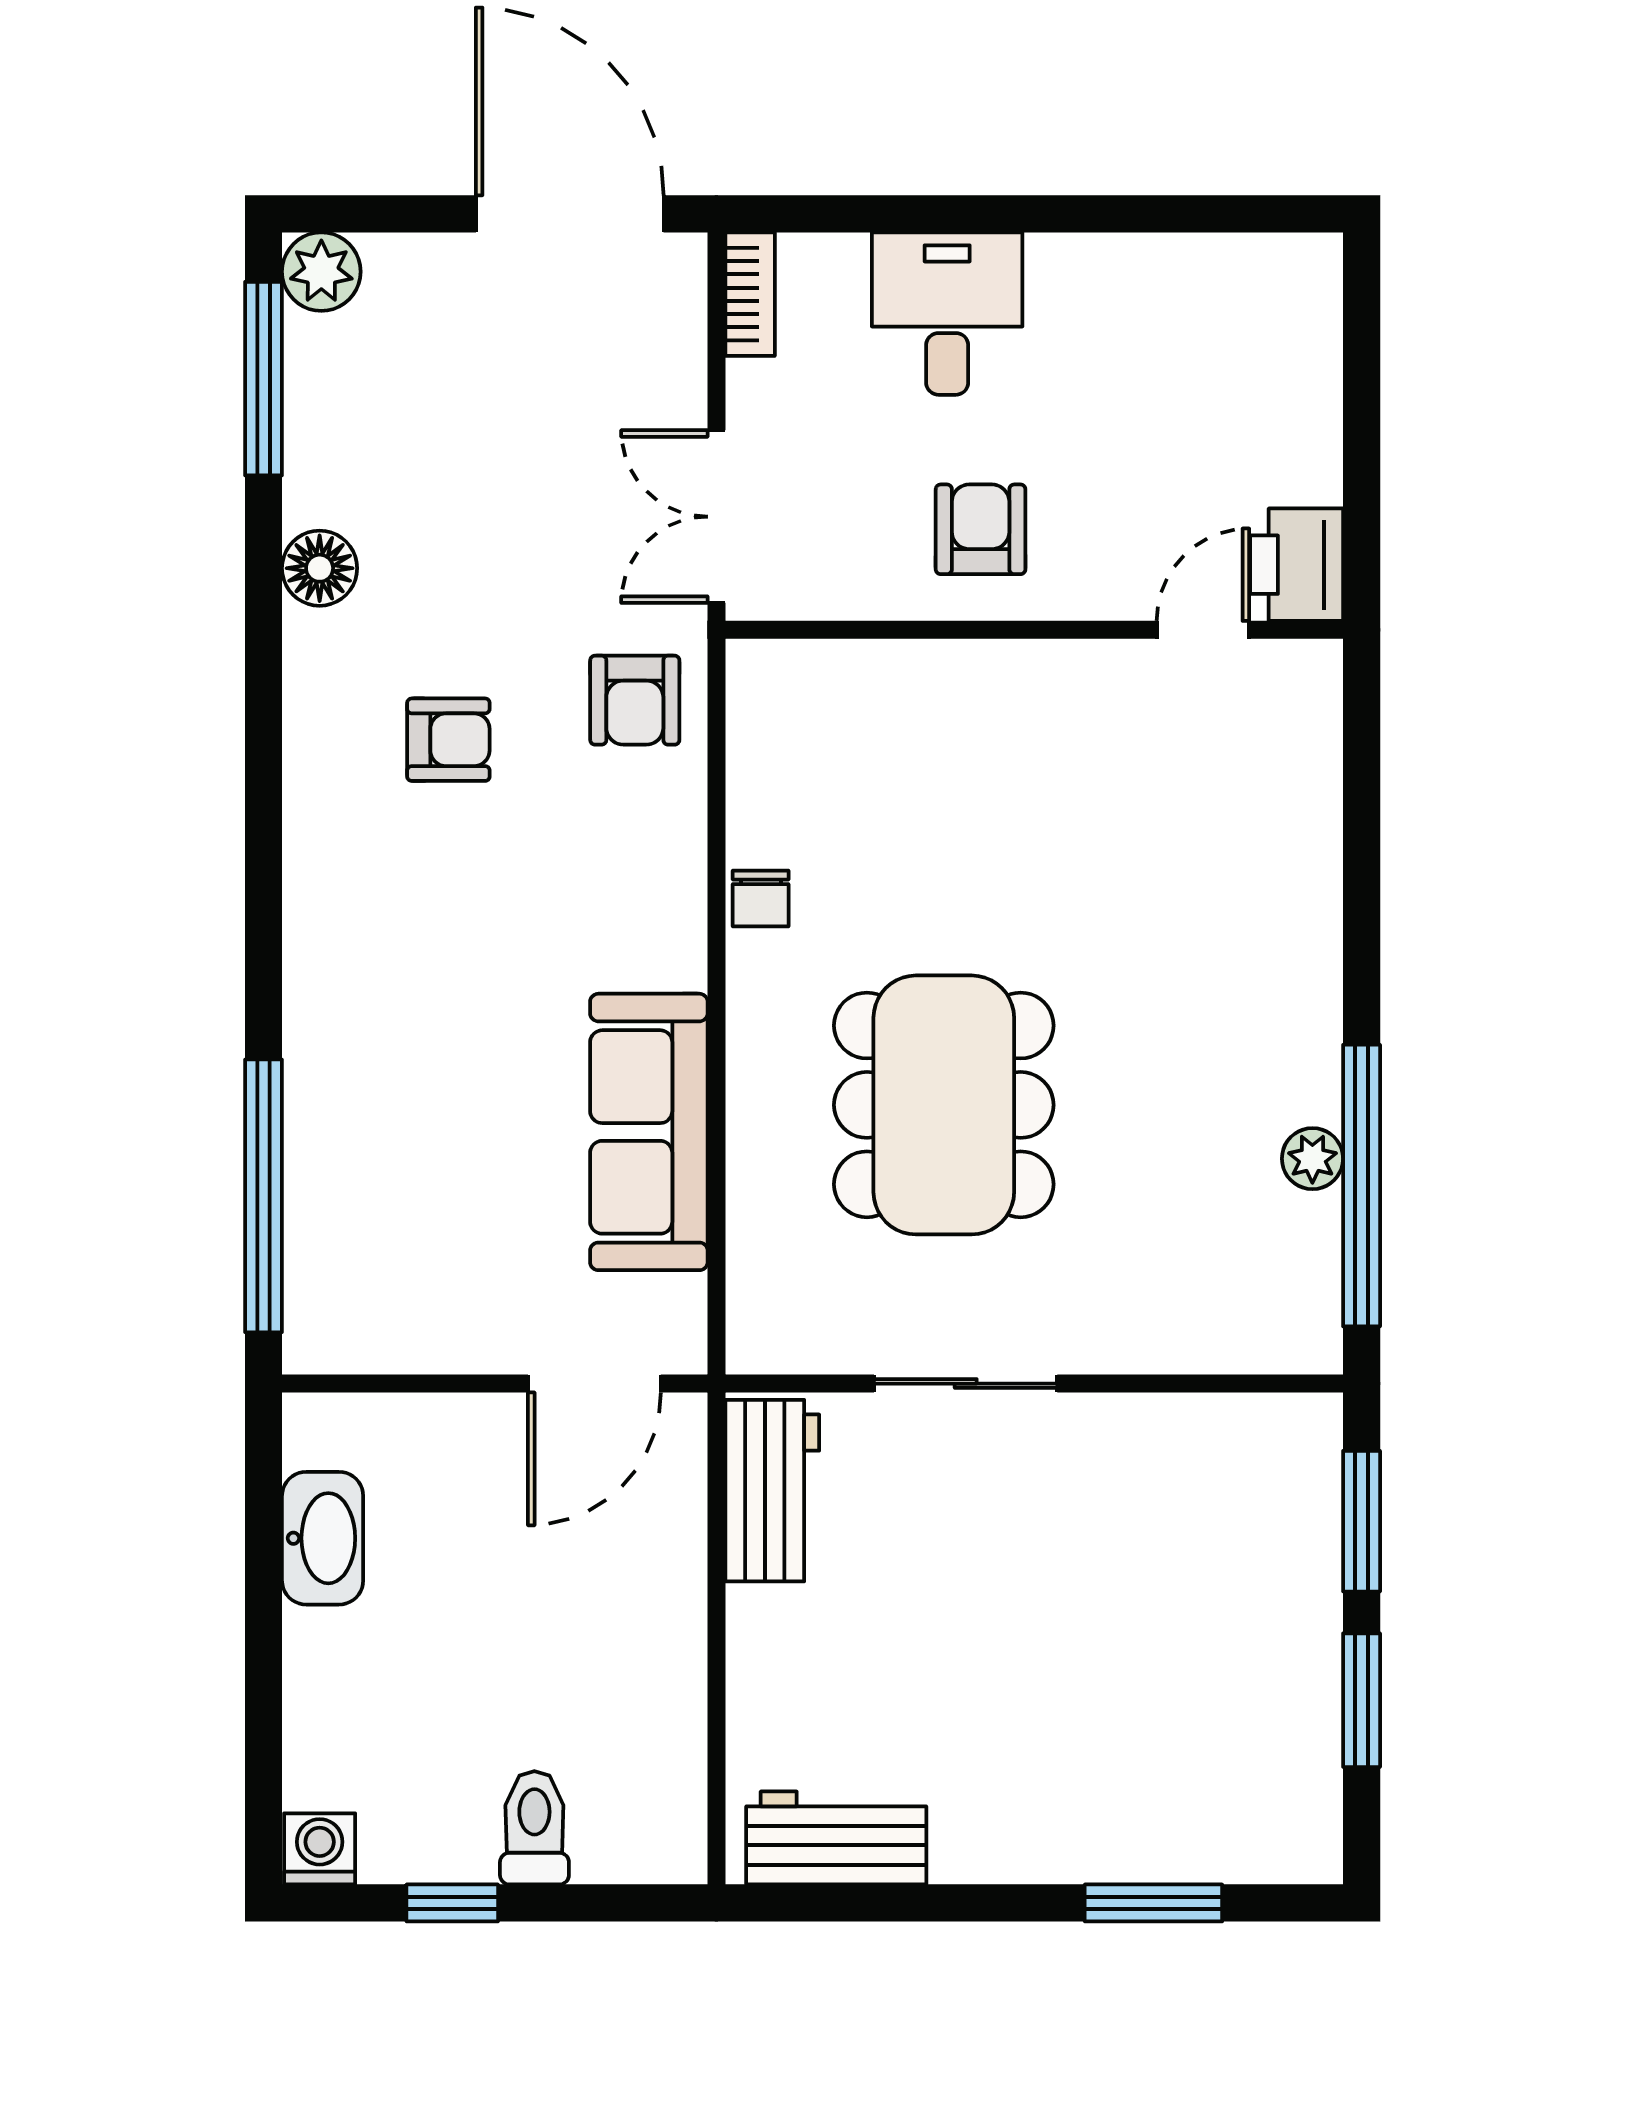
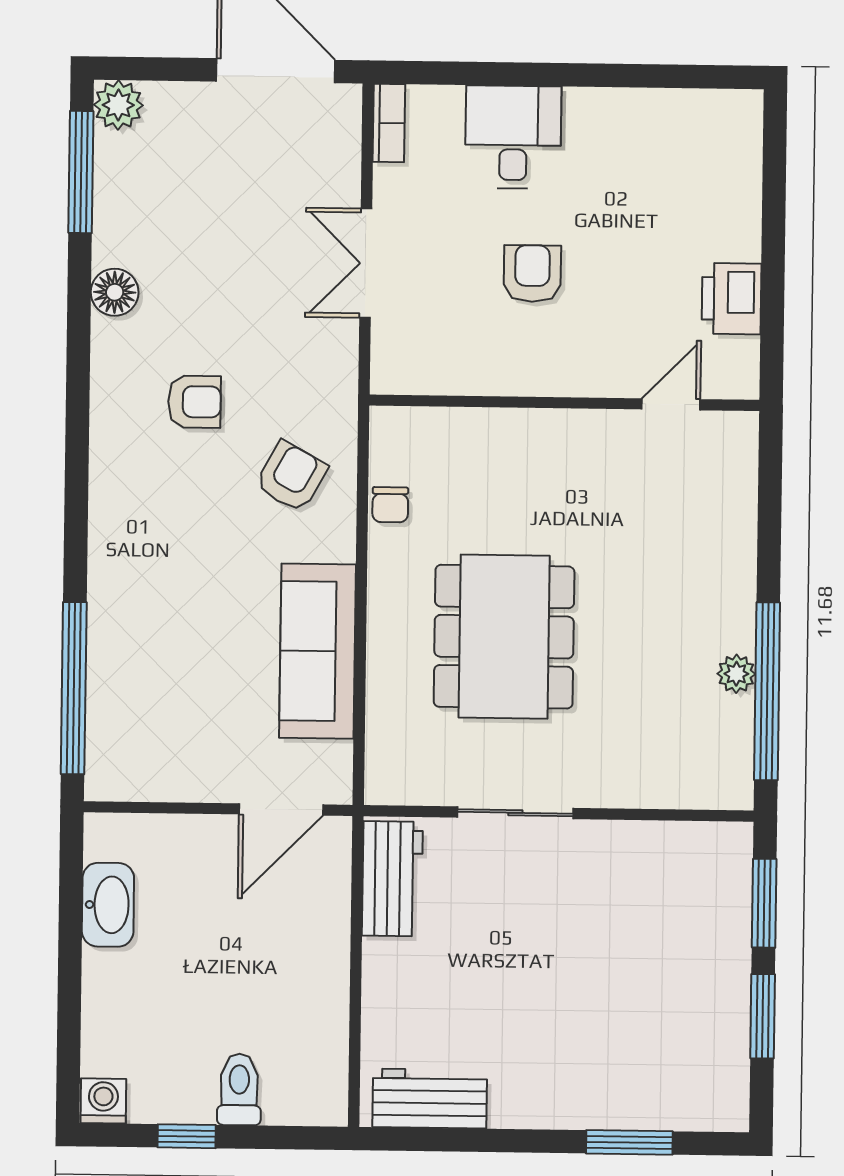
wall: (1034, 630) -> (564, 403), moved
door: (1203, 630) -> (671, 404), moved
armchair: (635, 700) -> (291, 477), moved, turned -151

